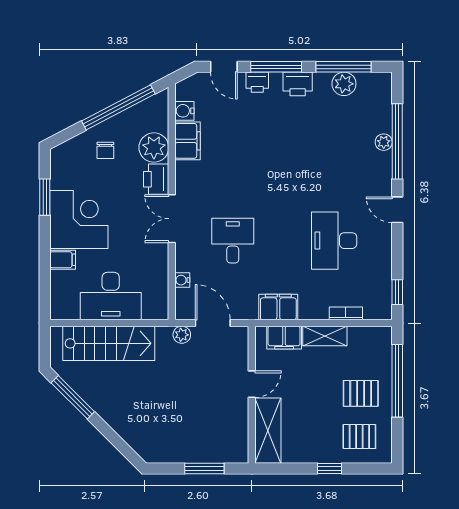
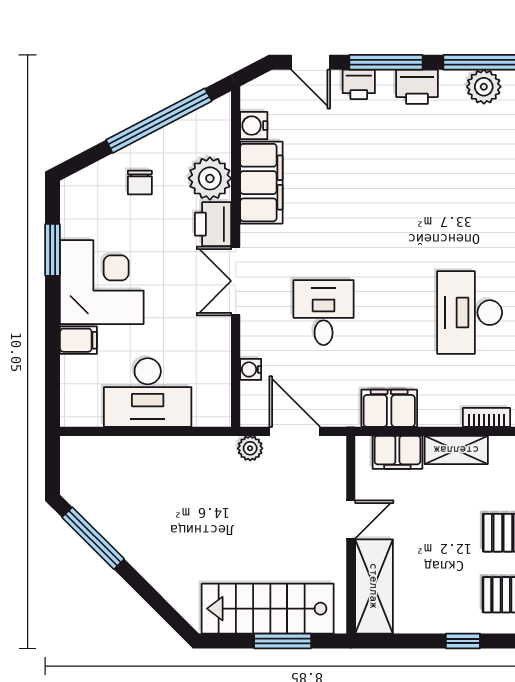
filing cabinet: (187, 141) -> (261, 183), width x1.50, depth x1.17
stairs: (109, 343) -> (268, 609), moved, turned 180

